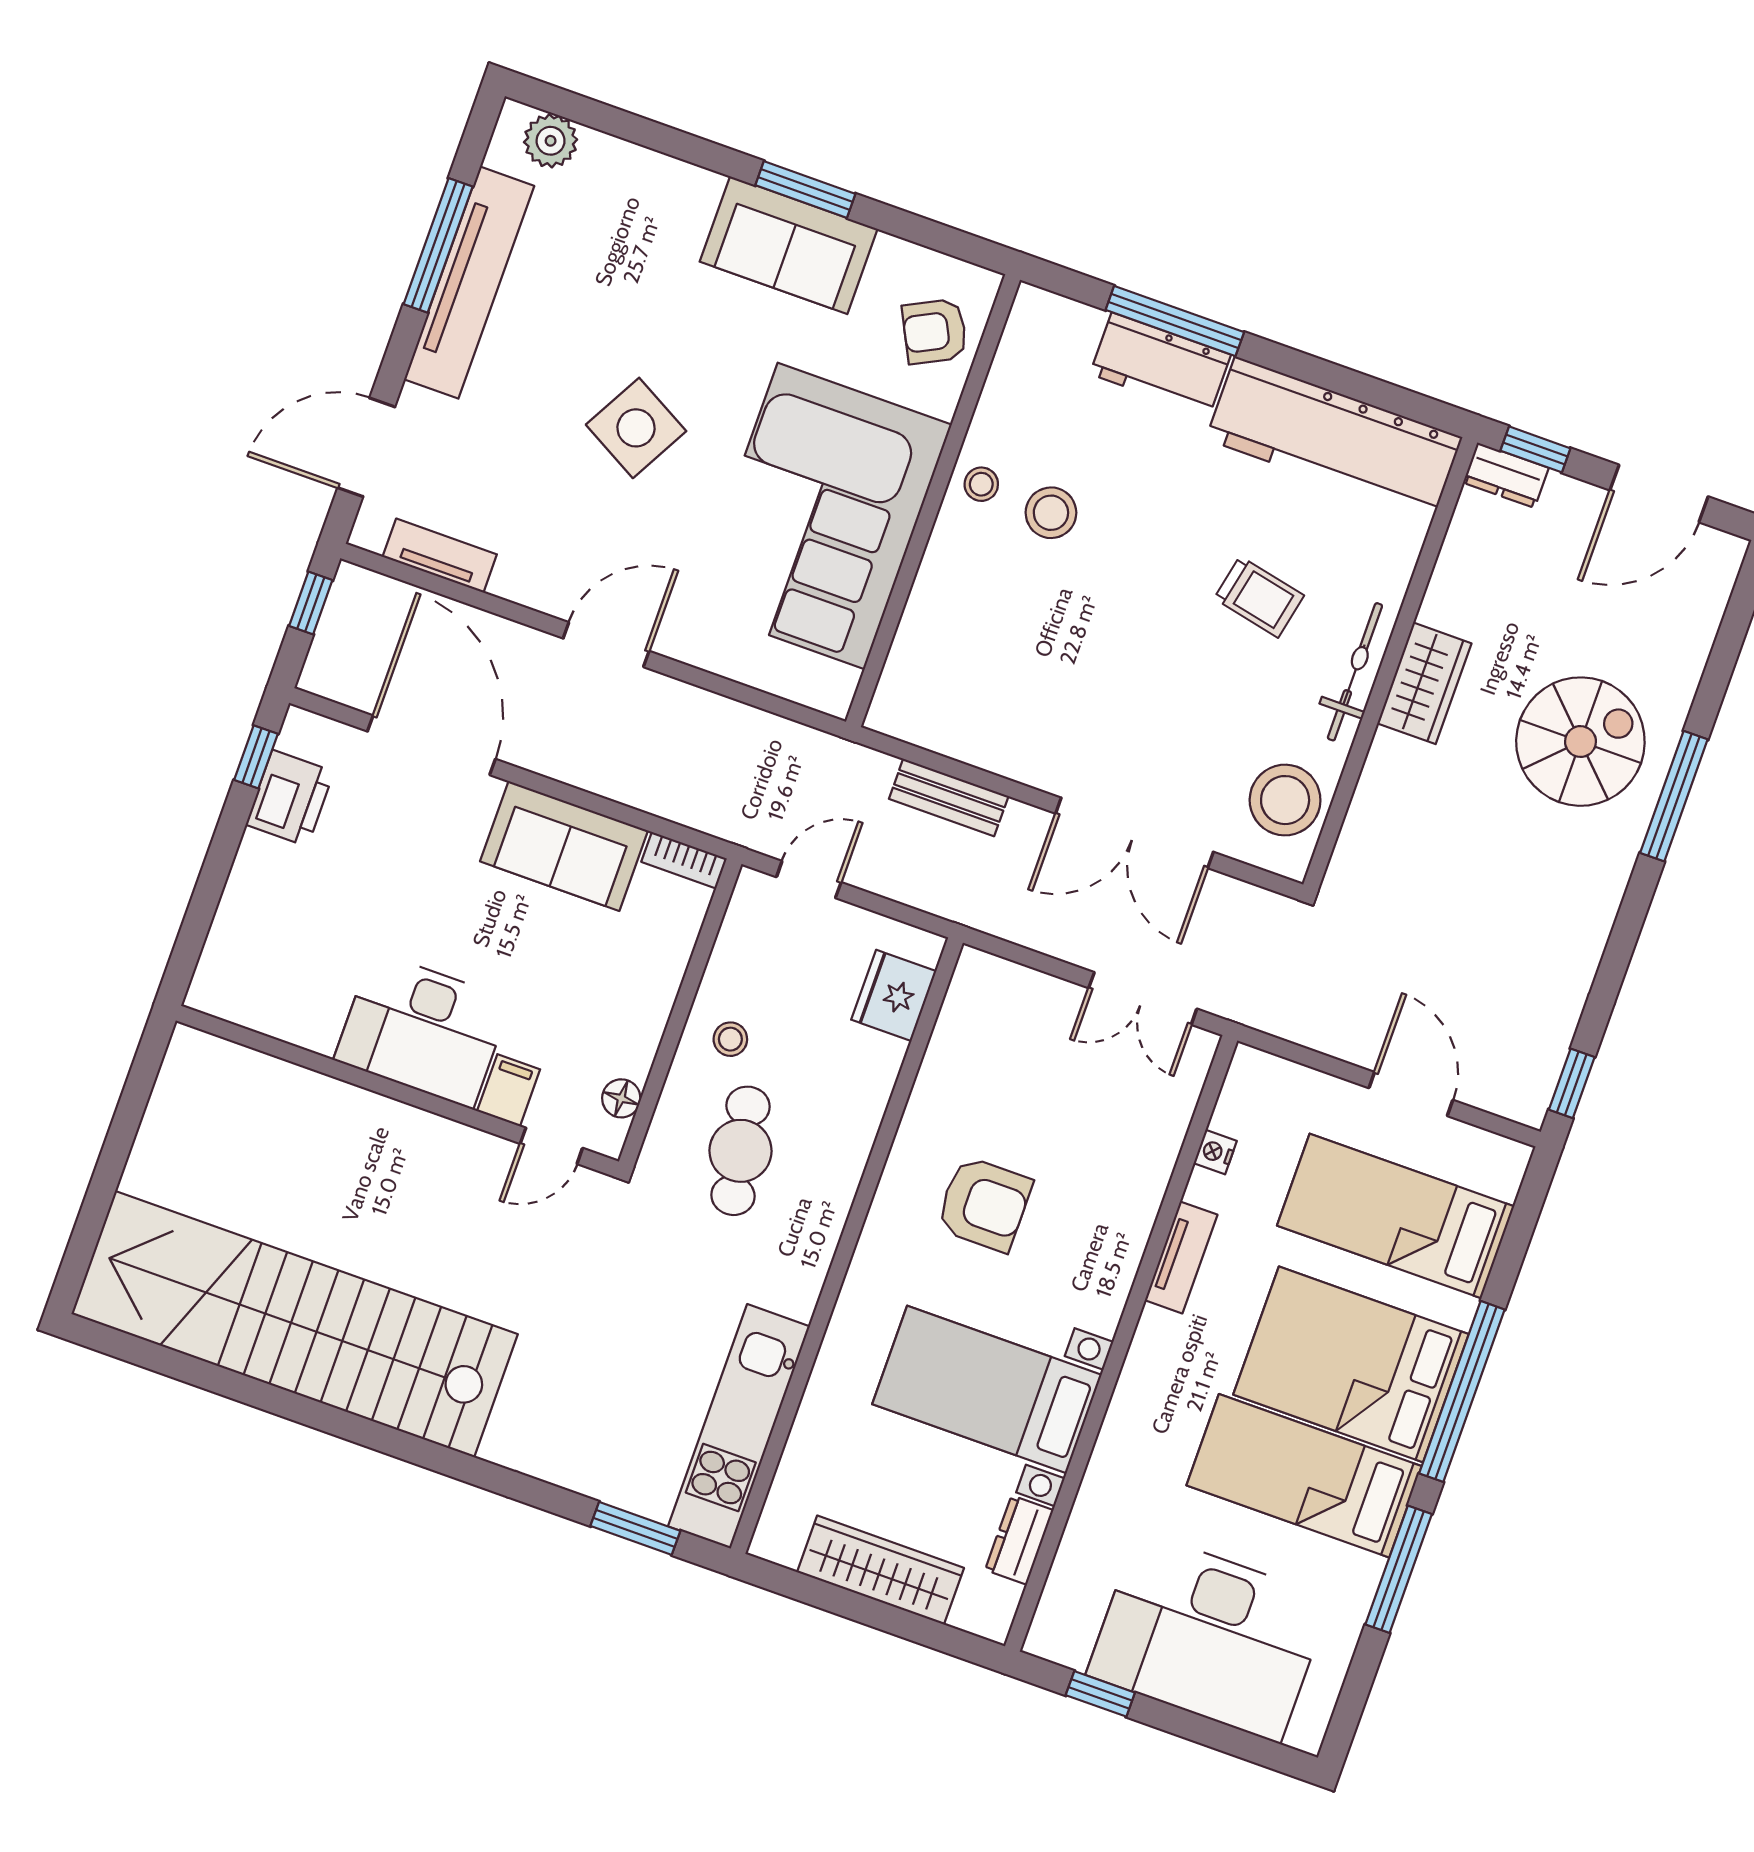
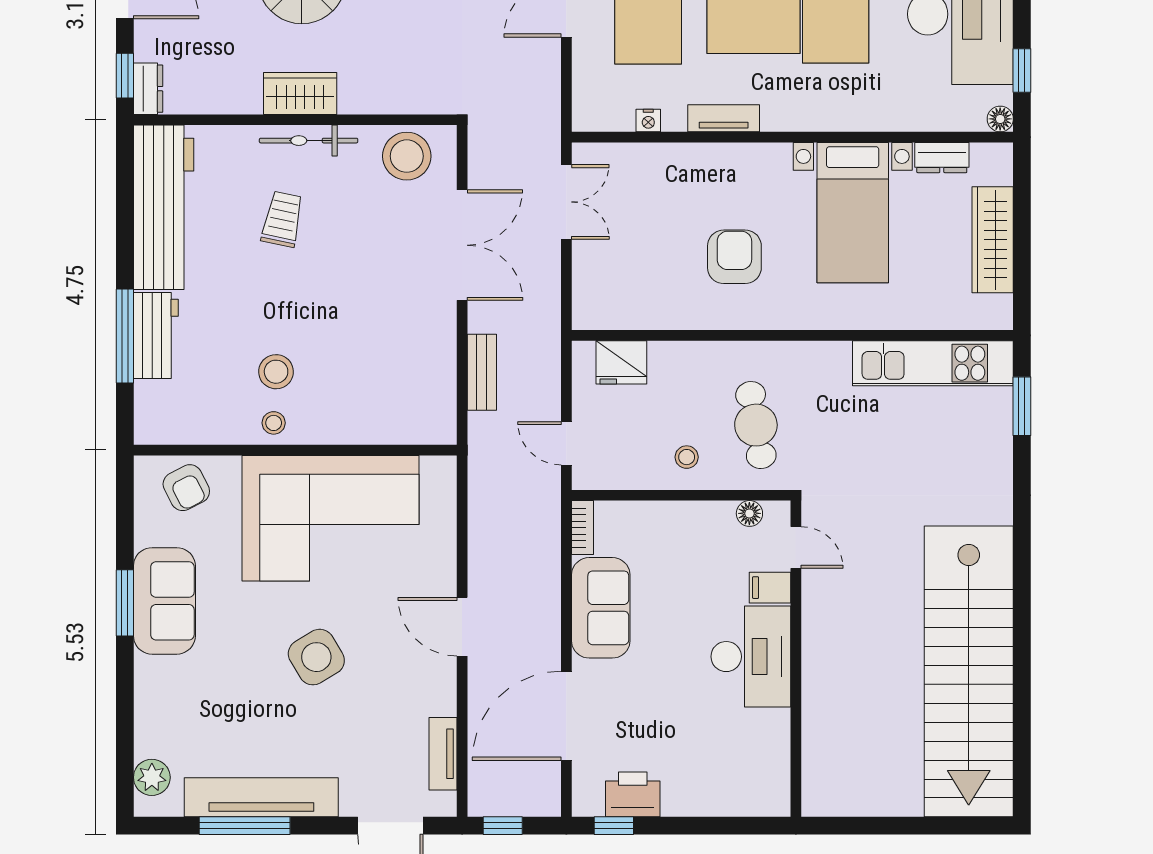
side table: (636, 428) -> (316, 657), turned 30
cafe table: (741, 1151) -> (756, 425), turned 90
floor lamp: (1044, 1640) -> (1000, 119), added

